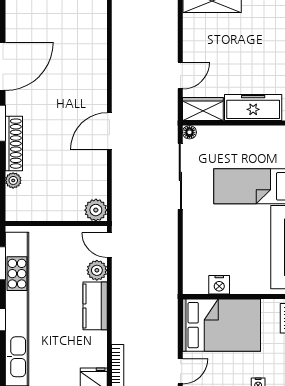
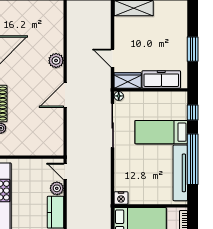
door: (180, 76) -> (113, 58), swing flipped
plant: (96, 210) -> (56, 61), moved
nightstand: (219, 285) -> (121, 198), moved

